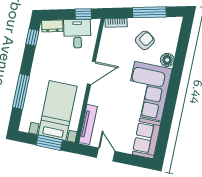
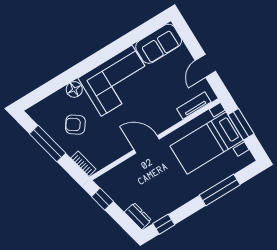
desk: (77, 34) -> (124, 188), removed
tv unit: (88, 124) -> (194, 105), width x0.71

